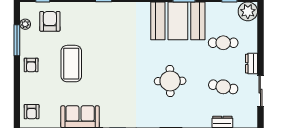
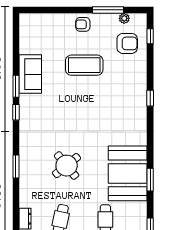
round table: (170, 81) -> (67, 166), turned -38
armchair: (32, 112) -> (35, 25), removed

